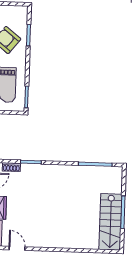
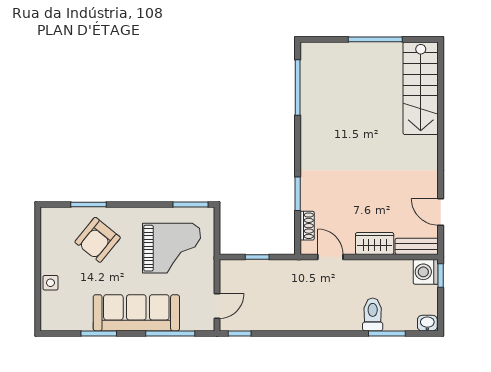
stairs: (110, 222) -> (421, 88), moved, turned 90
door: (17, 248) -> (441, 212), hinge flipped

